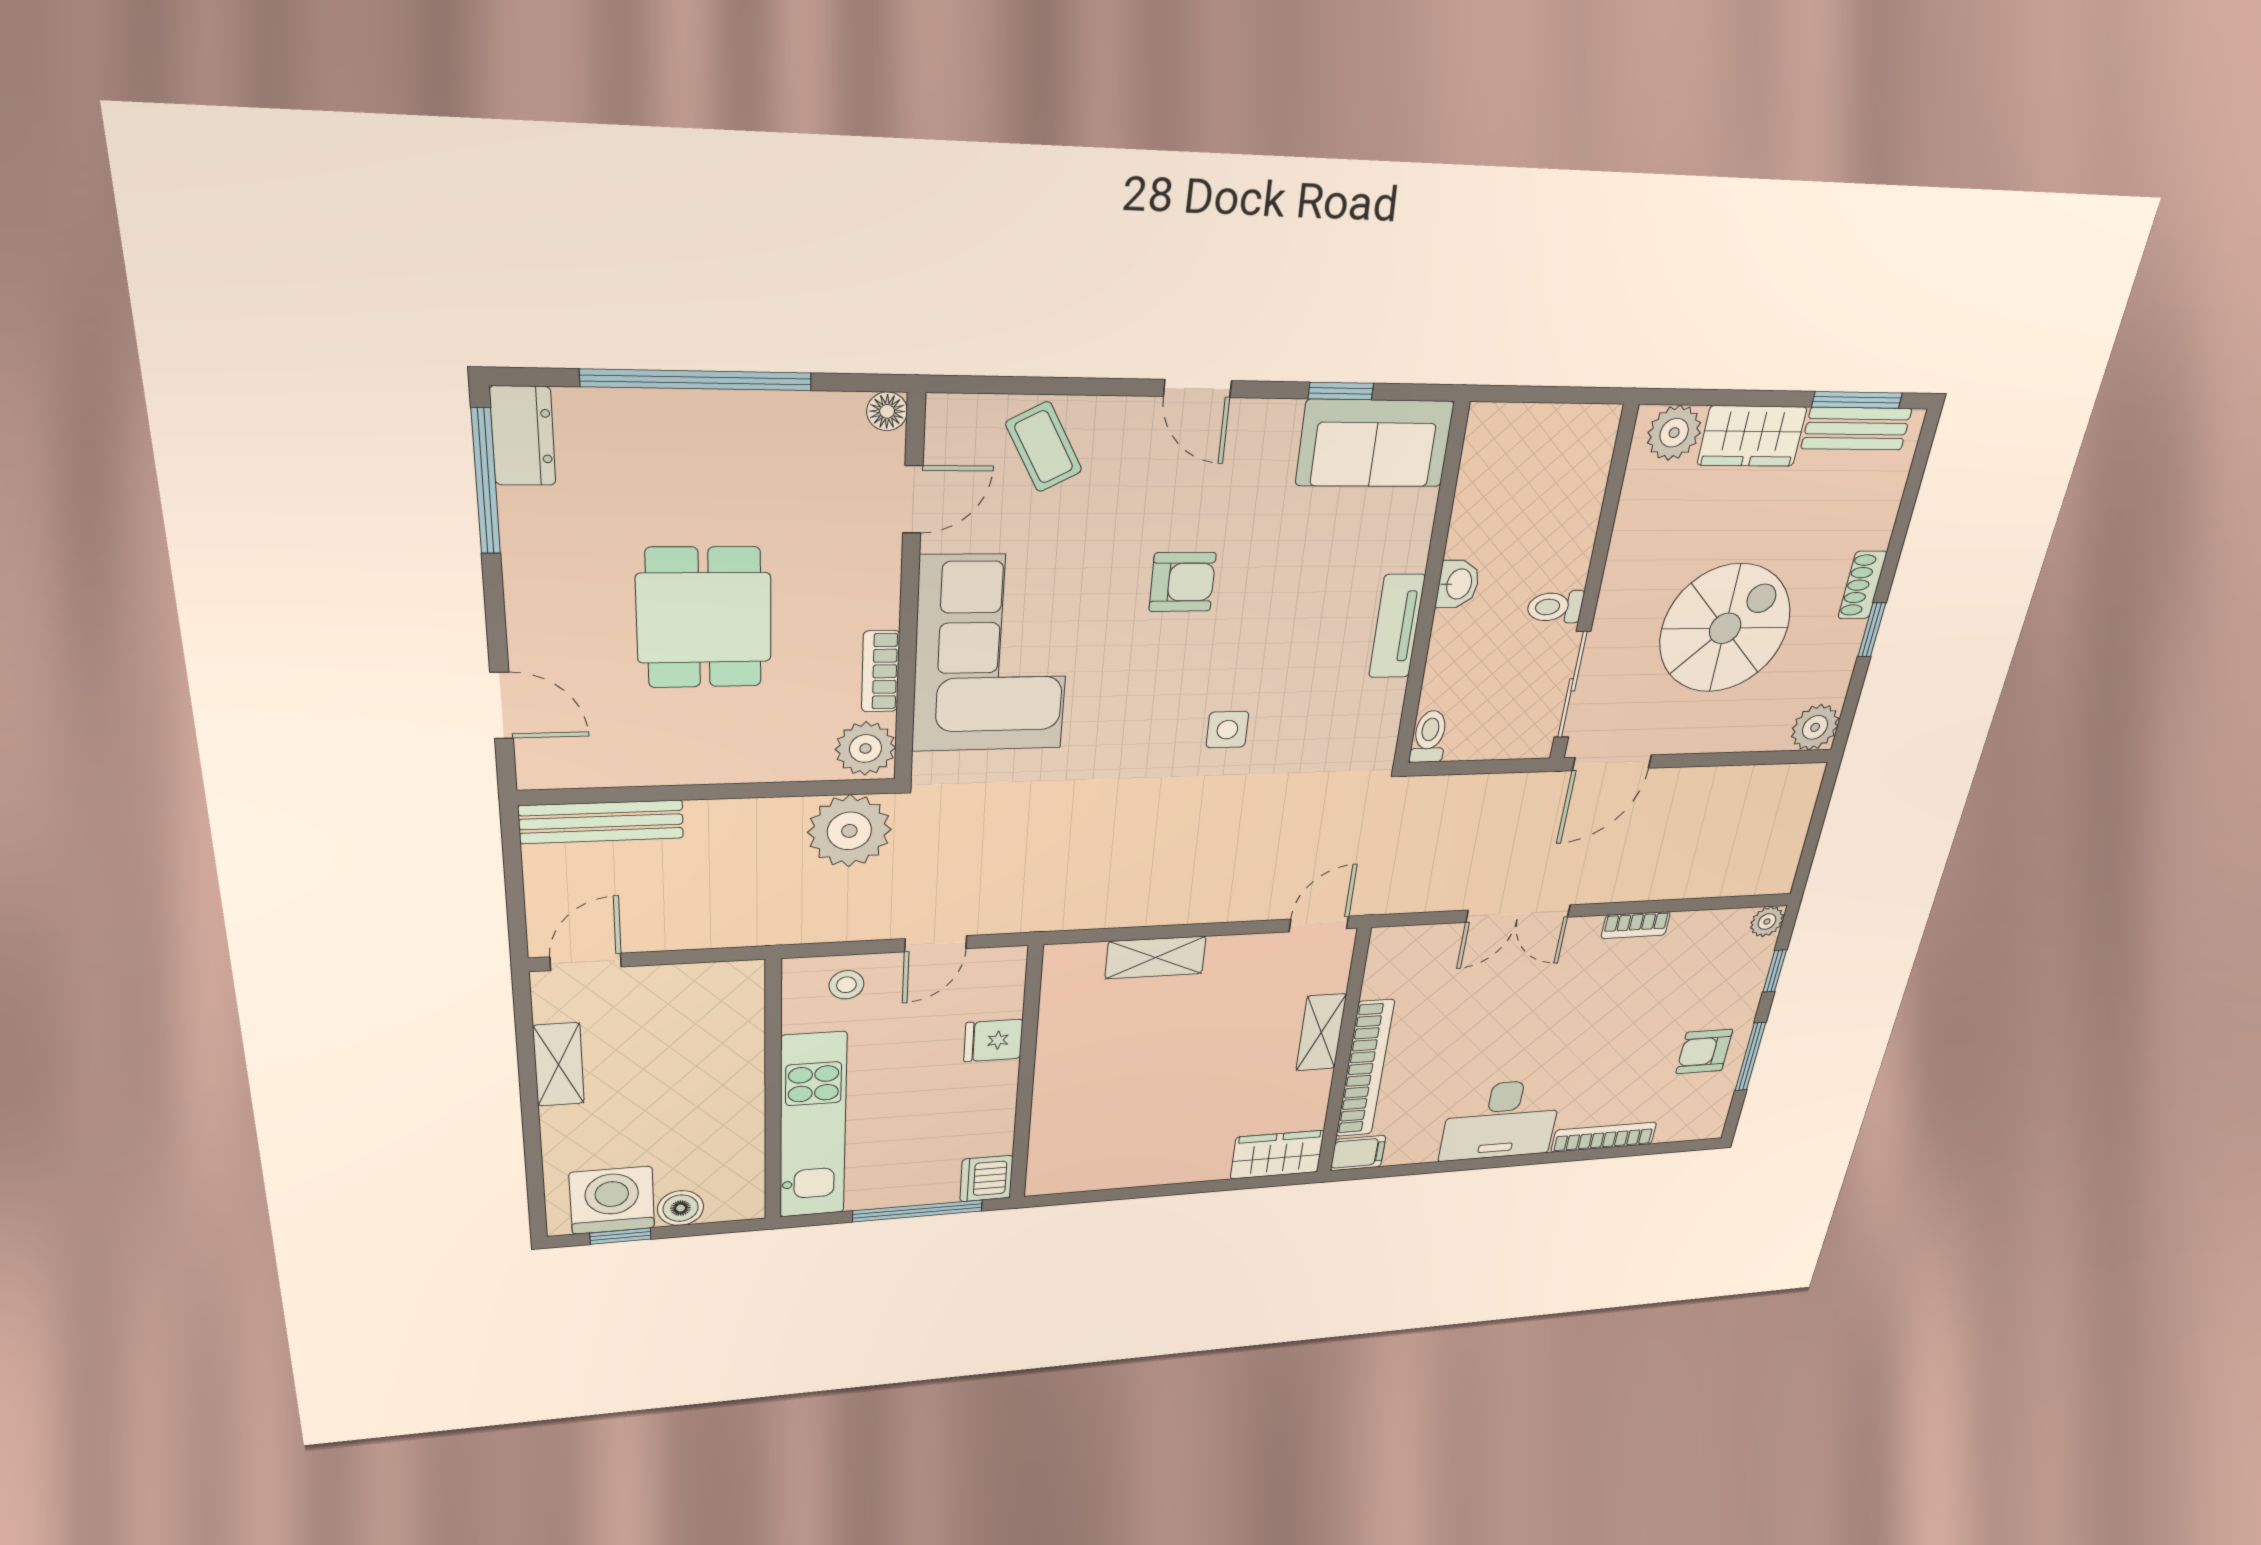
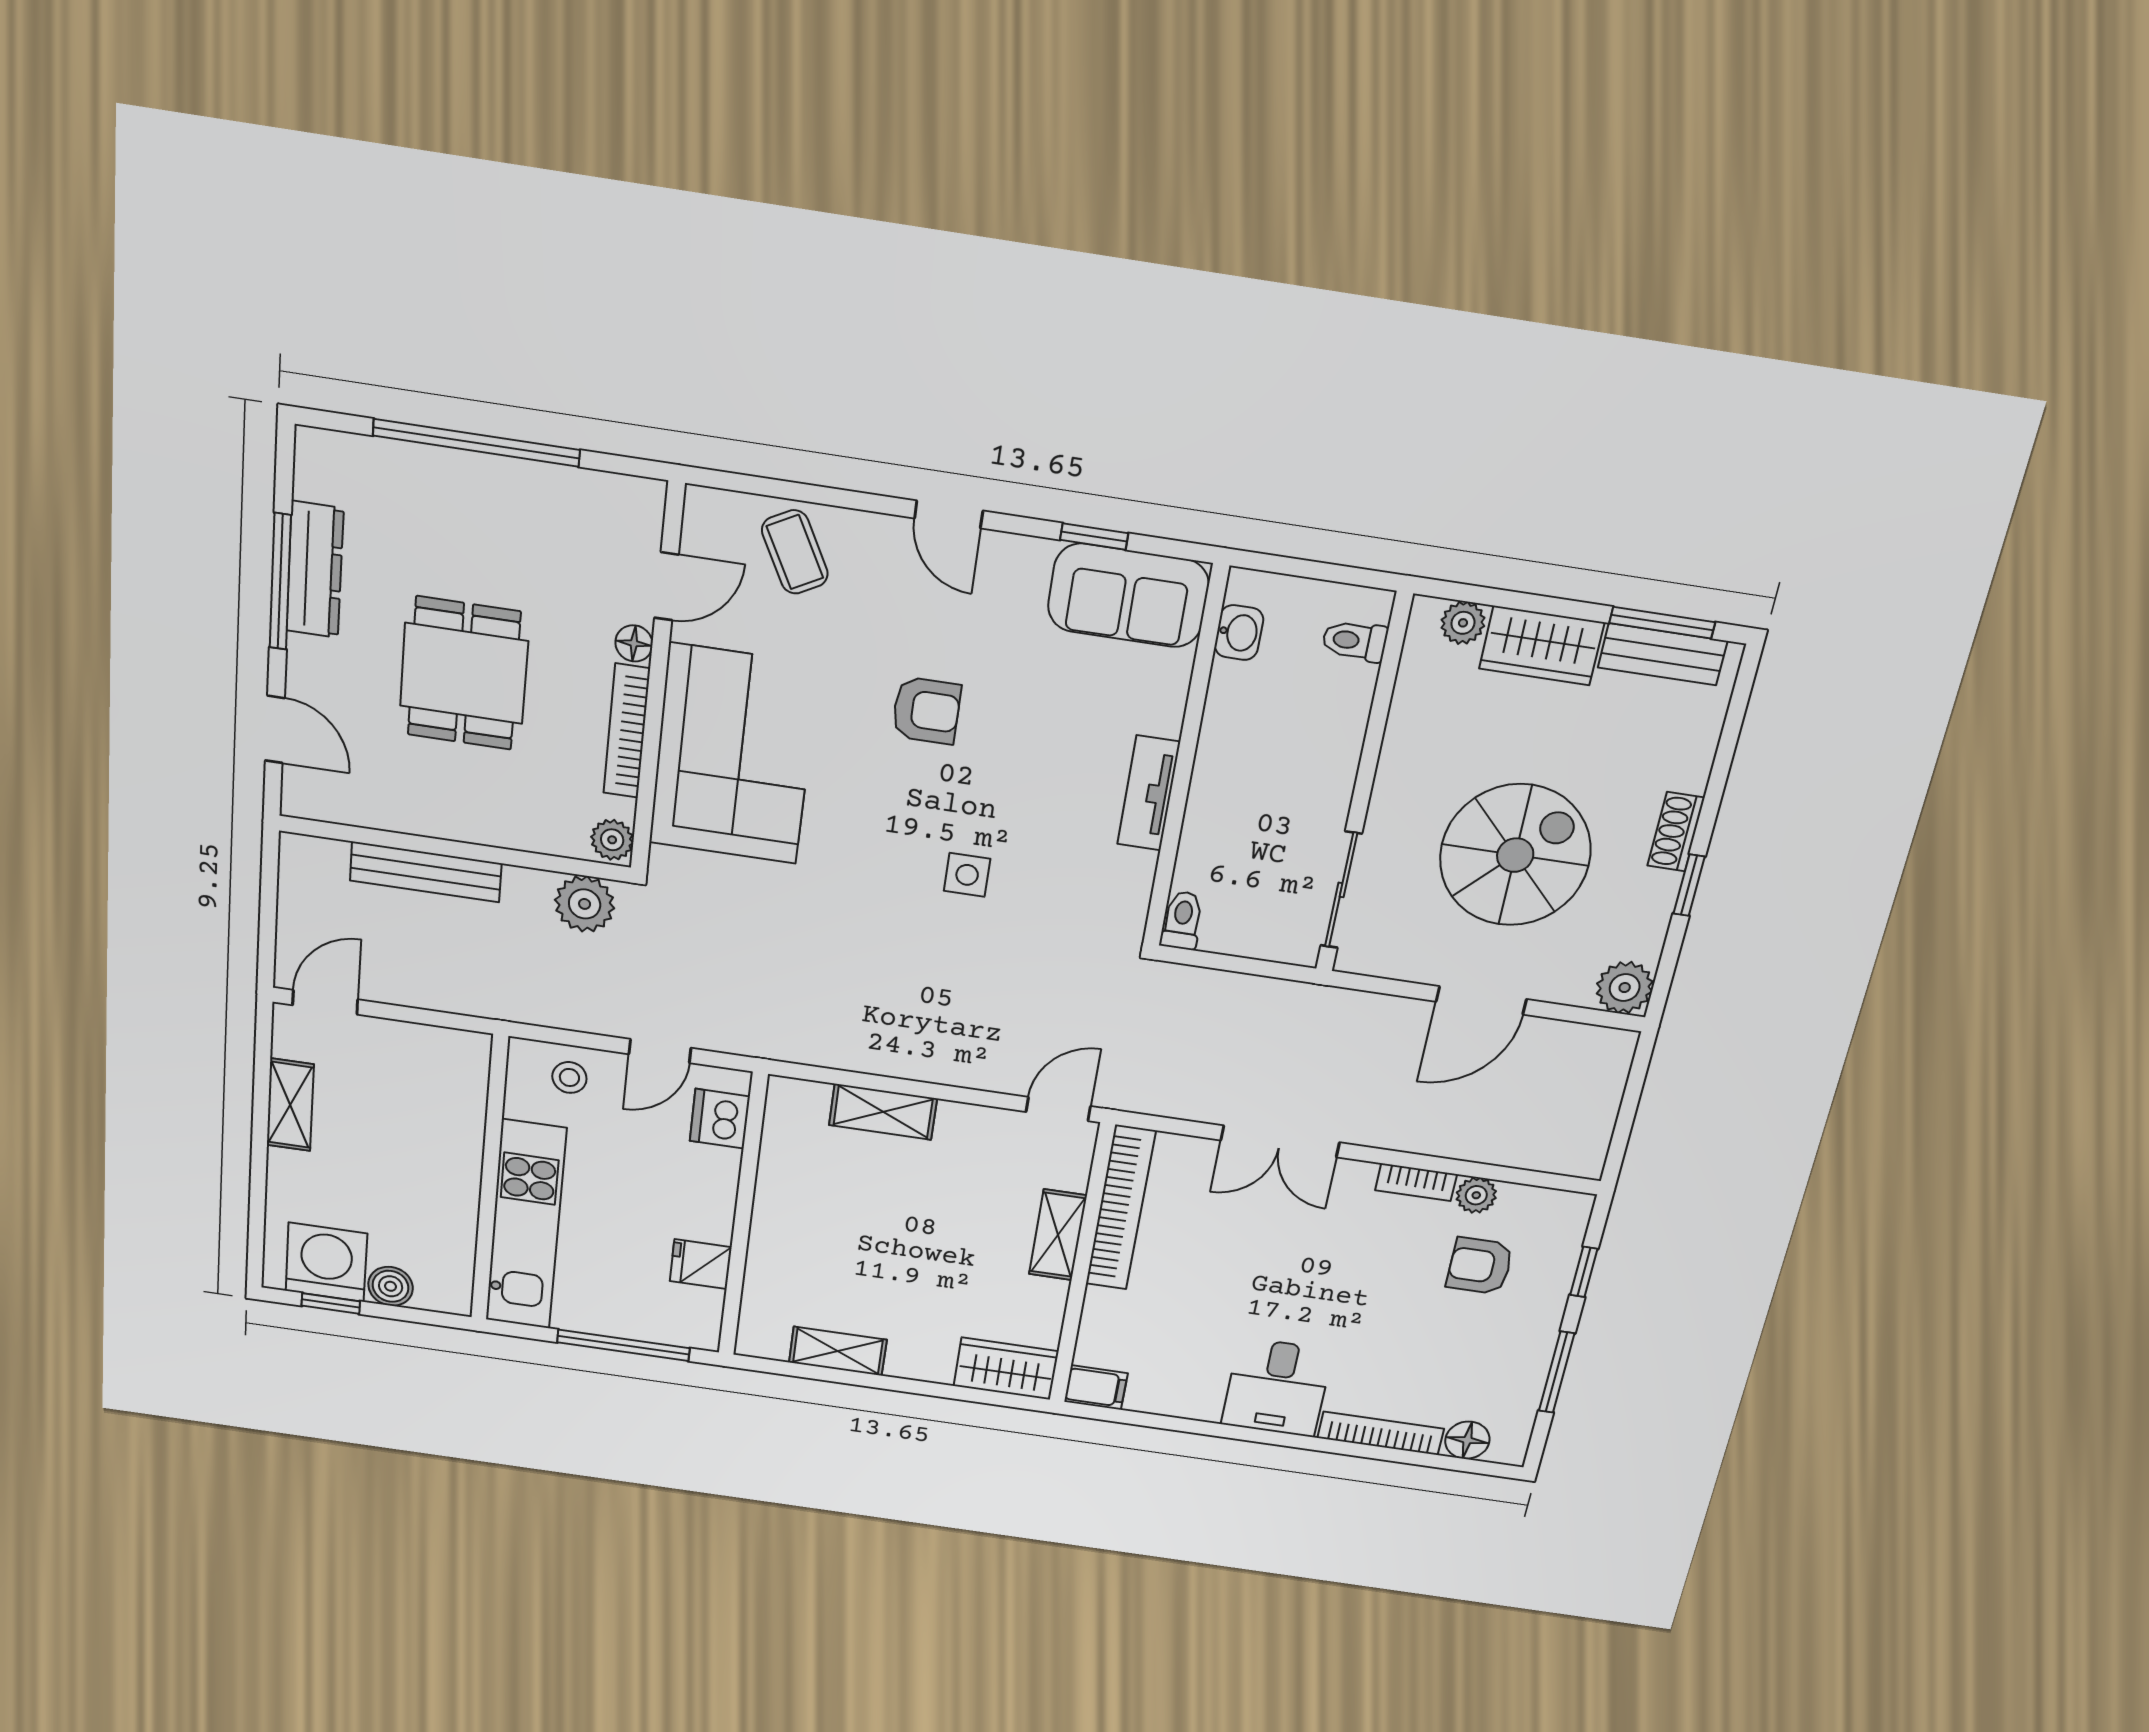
floor lamp: (887, 411) -> (634, 643), moved
plant: (1674, 433) -> (1463, 623), width x0.73, depth x0.73
dresser: (523, 436) -> (315, 570), moved, width x1.44
window: (486, 482) -> (280, 582), moved
washbasin: (1458, 584) -> (1239, 633), moved
toilet: (1555, 607) -> (1355, 641), moved
bookcase: (881, 671) -> (627, 731), width x1.56
plant: (865, 748) -> (612, 840), width x0.73, depth x0.73
door: (1612, 763) -> (1481, 1000), moved
bench: (601, 822) -> (426, 872), moved
plant: (849, 831) -> (585, 904), width x0.73, depth x0.73
plant: (1767, 922) -> (1476, 1195), moved
fridge: (993, 1040) -> (701, 1264), moved
armchair: (1704, 1051) -> (1480, 1266), moved
bookcase: (1365, 1069) -> (1121, 1208), moved
desk: (1501, 1120) -> (1277, 1387), width x0.73
floor lamp: (1676, 1127) -> (1467, 1440), added
shelving: (1122, 1173) -> (838, 1351), added
dishwasher: (987, 1179) -> (720, 1119), moved

